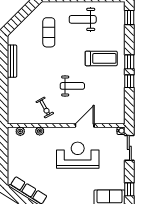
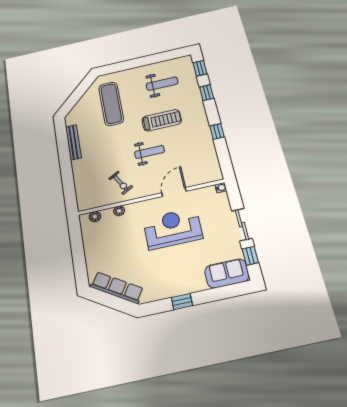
weight bench: (83, 19) -> (162, 84), moved, turned 180
exercise mat: (49, 32) -> (111, 104), width x1.36, depth x1.45
treadmill: (101, 58) -> (162, 120), moved
window: (129, 62) -> (207, 93), moved
sliding door: (129, 148) -> (242, 225), moved

